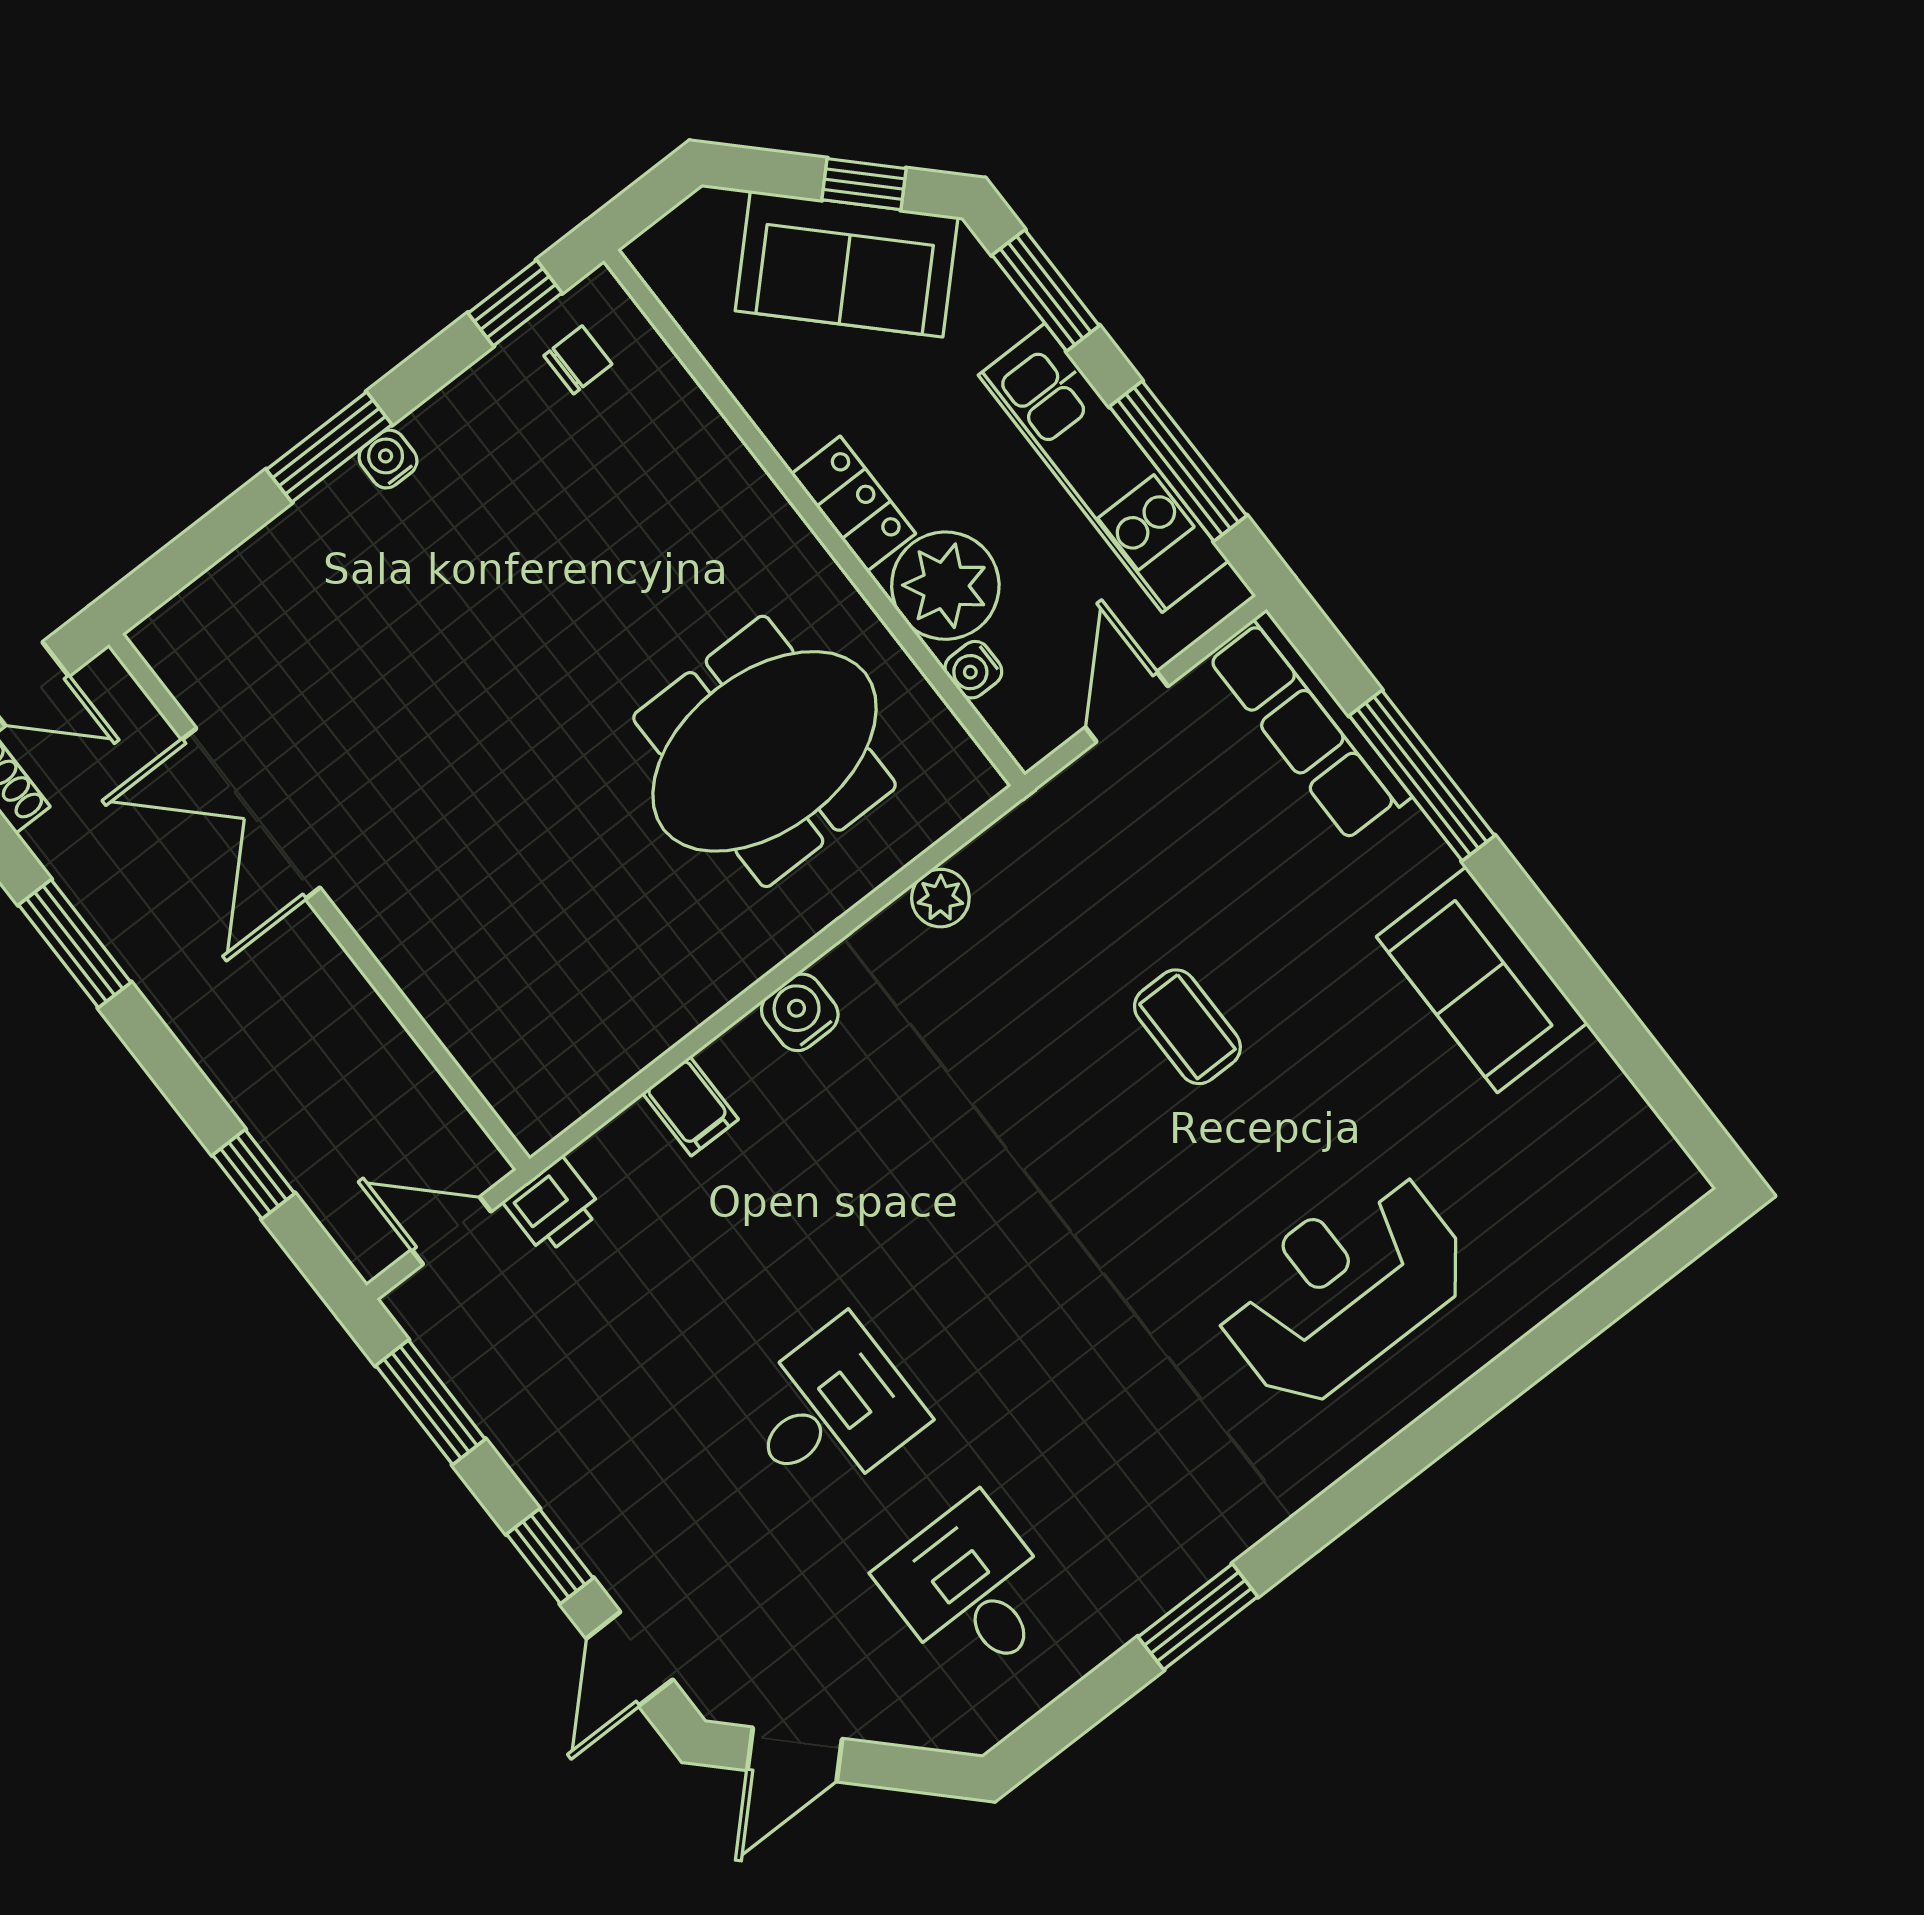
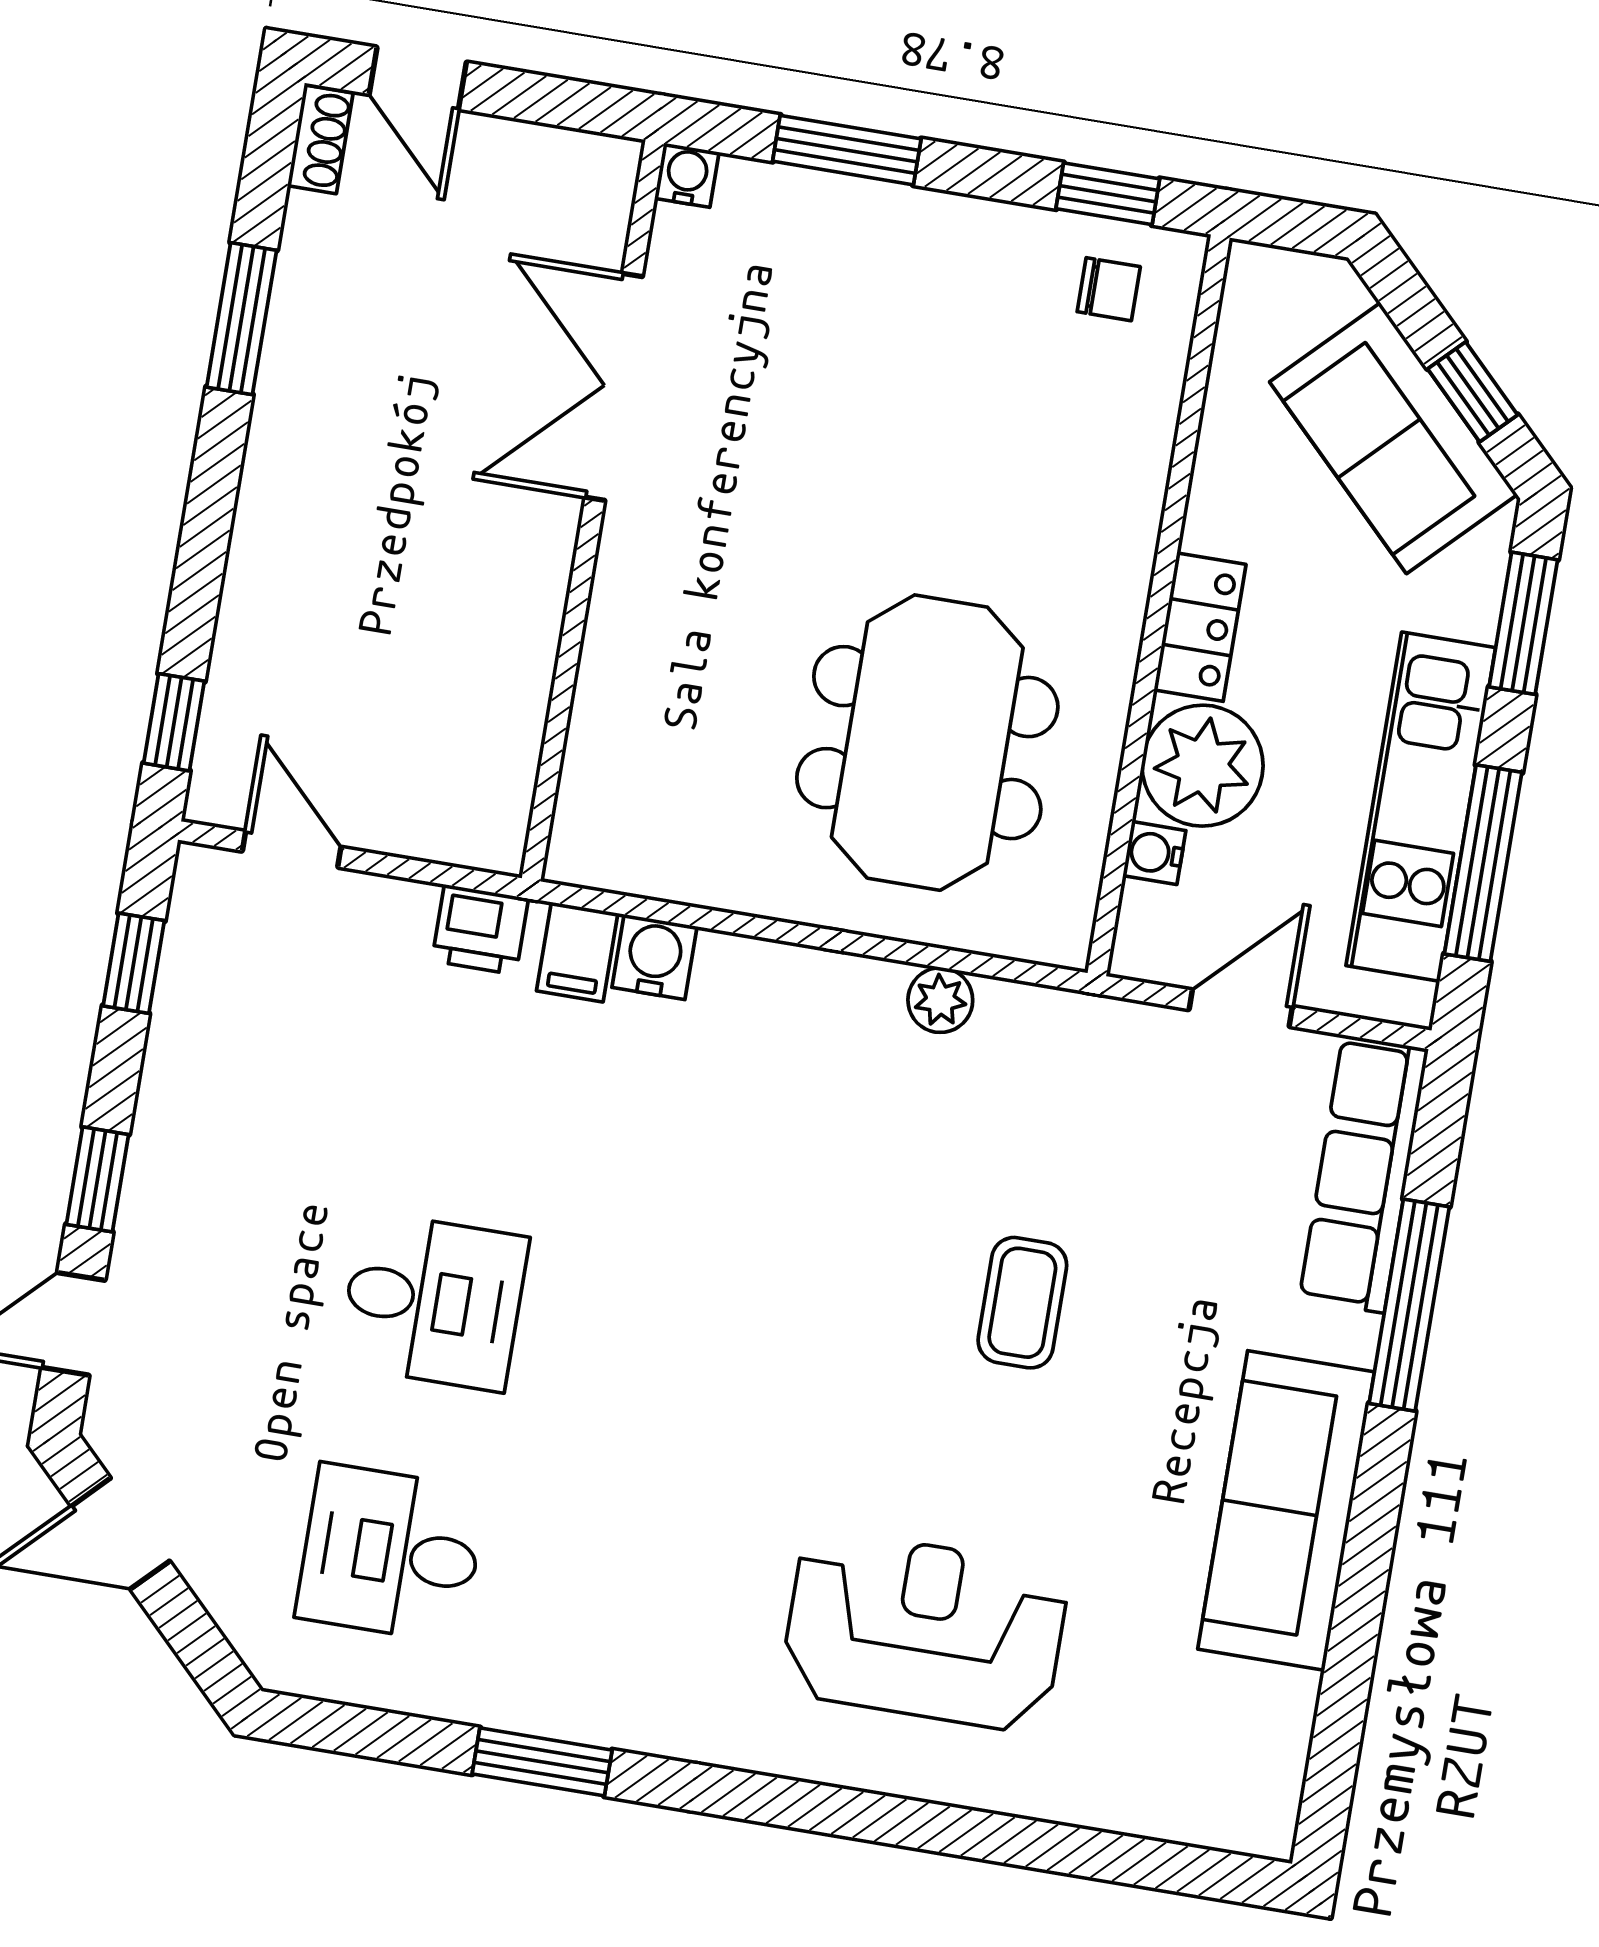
water cooler: (388, 459) -> (687, 175), moved
meeting table: (765, 751) -> (927, 743), turned 90
double door: (251, 814) -> (614, 387), moved
wall: (319, 902) -> (593, 511), moved
sofa: (1482, 980) -> (1286, 1510), width x1.36
water cooler: (800, 1012) -> (654, 957), moved
window: (254, 1174) -> (174, 722), moved
printer: (553, 1206) -> (480, 930), moved
window: (431, 1402) -> (134, 963), width x0.67
desk: (971, 1590) -> (391, 1553), turned -90

